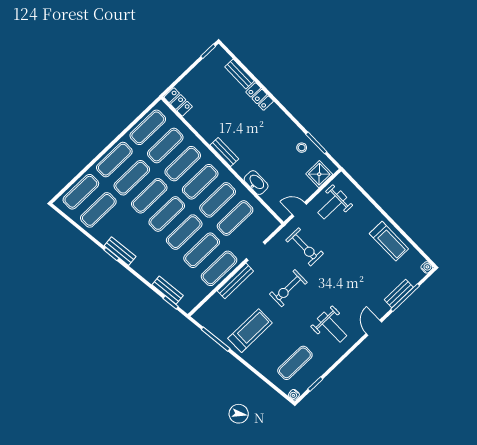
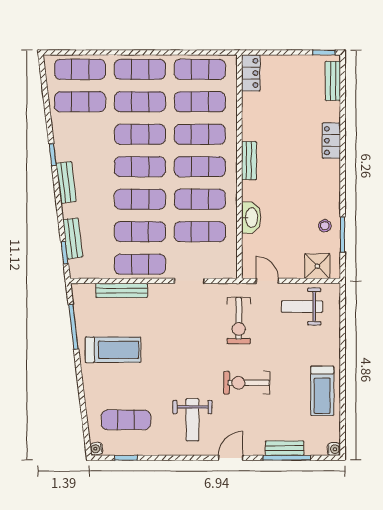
bench: (239, 74) -> (333, 81), moved
bench: (120, 251) -> (66, 182), moved
bench: (235, 281) -> (122, 290), moved
exercise bike: (288, 288) -> (247, 383), moved

